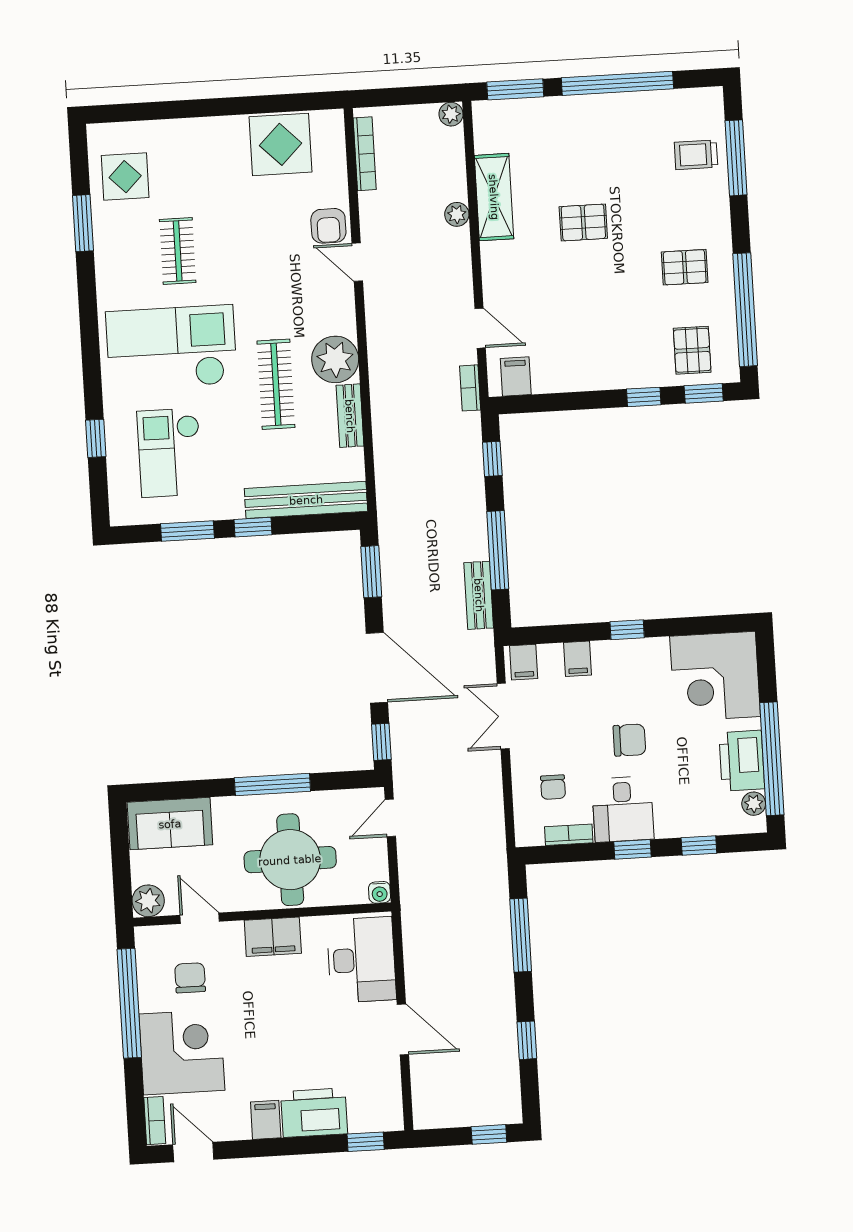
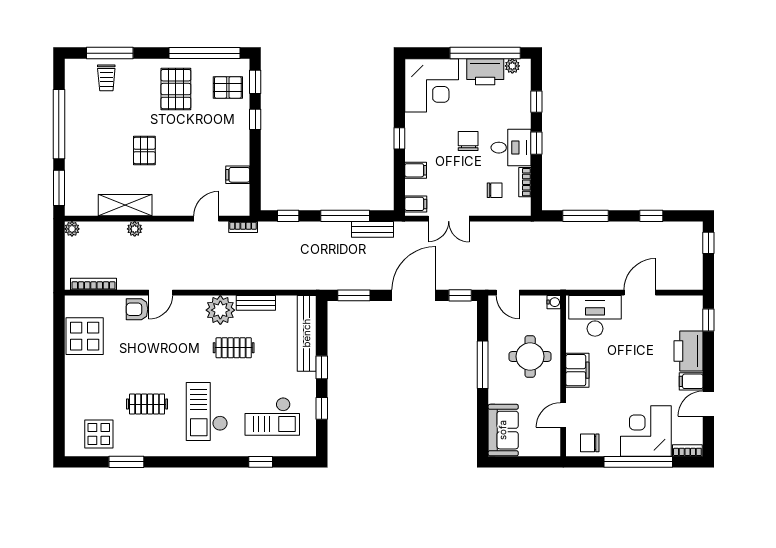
armchair: (328, 226) -> (137, 309), turned 180
pallet: (685, 267) -> (176, 89), width x1.50, depth x1.42
checkout: (171, 348) -> (207, 412), width x0.73, depth x0.83
filing cabinet: (516, 377) -> (238, 175), moved
clothes rail: (276, 384) -> (234, 348), width x0.73
window: (187, 531) -> (322, 408), width x0.67
round table: (290, 860) -> (530, 356), width x0.73, depth x0.73
plant: (148, 901) -> (550, 446), removed
chair: (190, 978) -> (590, 443), moved
window: (129, 1003) -> (638, 462), moved
door: (193, 1152) -> (708, 404), moved

